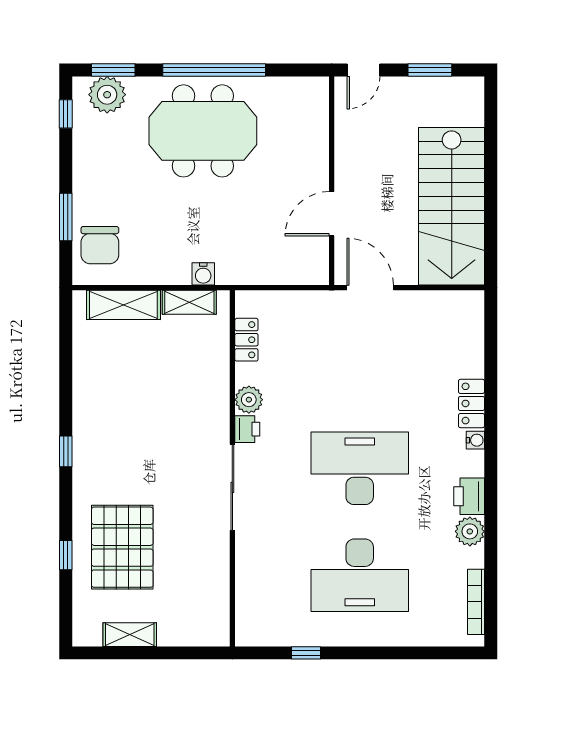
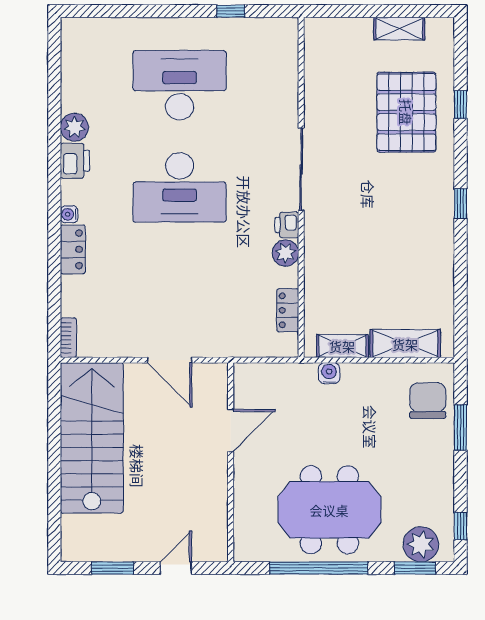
wall: (332, 181) -> (231, 462), moved
door: (332, 214) -> (231, 431), moved
bookcase: (476, 602) -> (68, 338), moved, width x0.64

